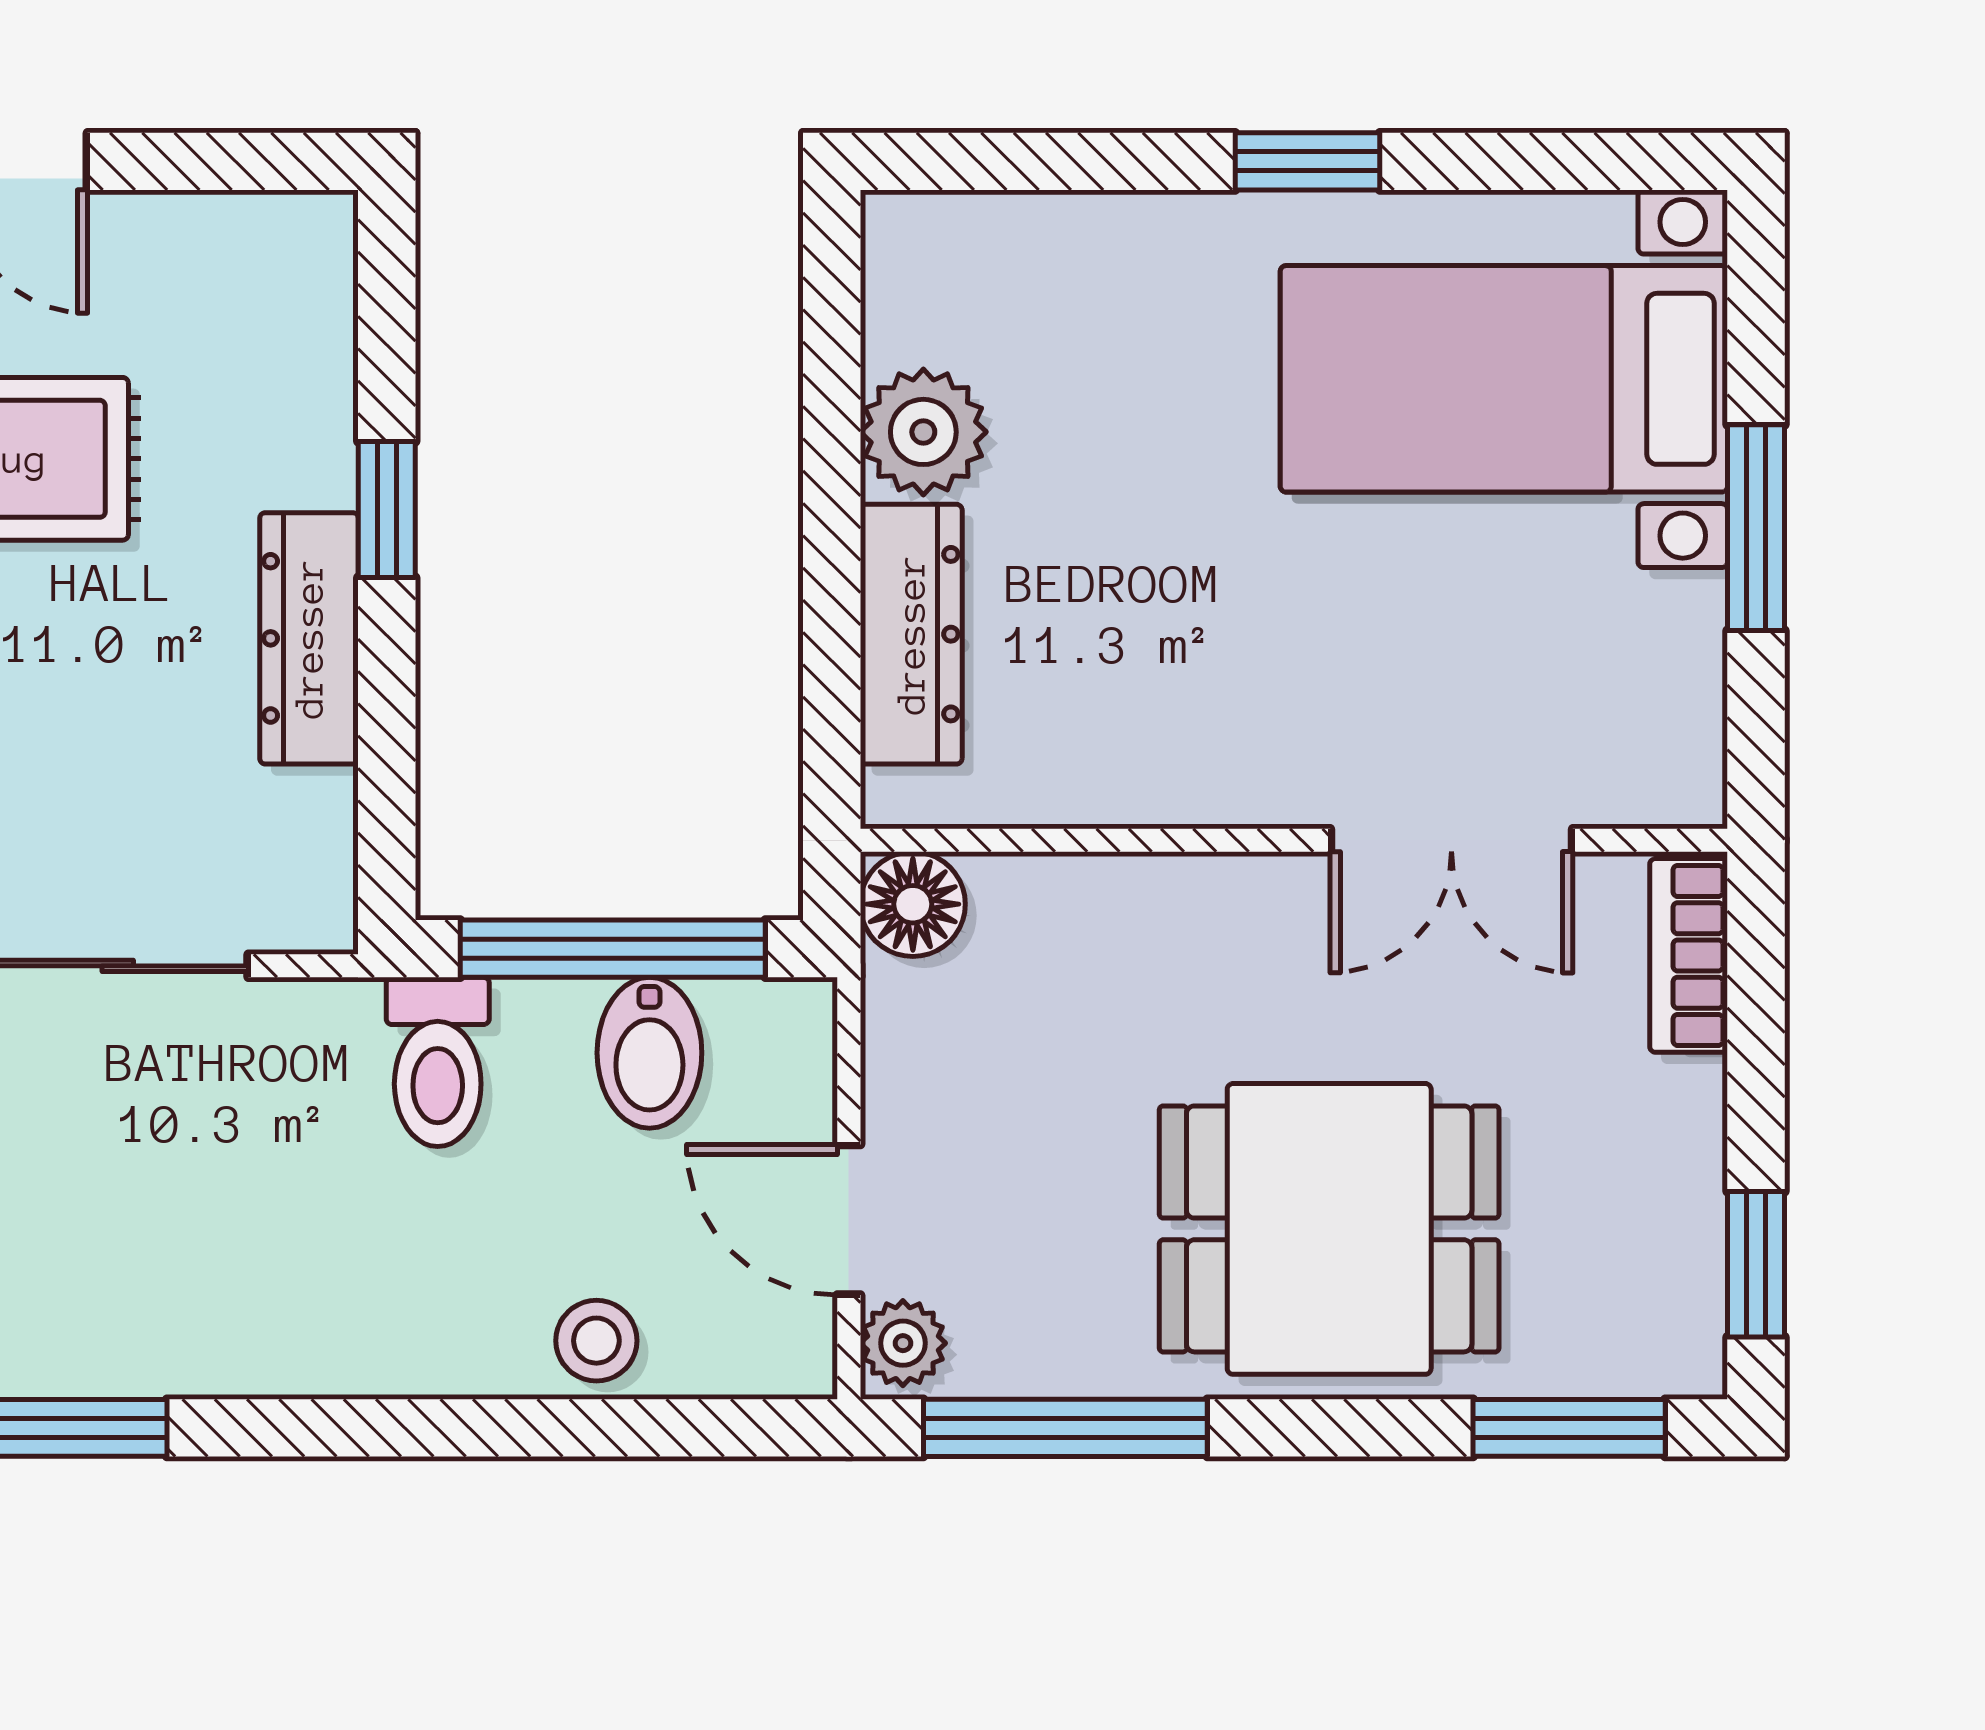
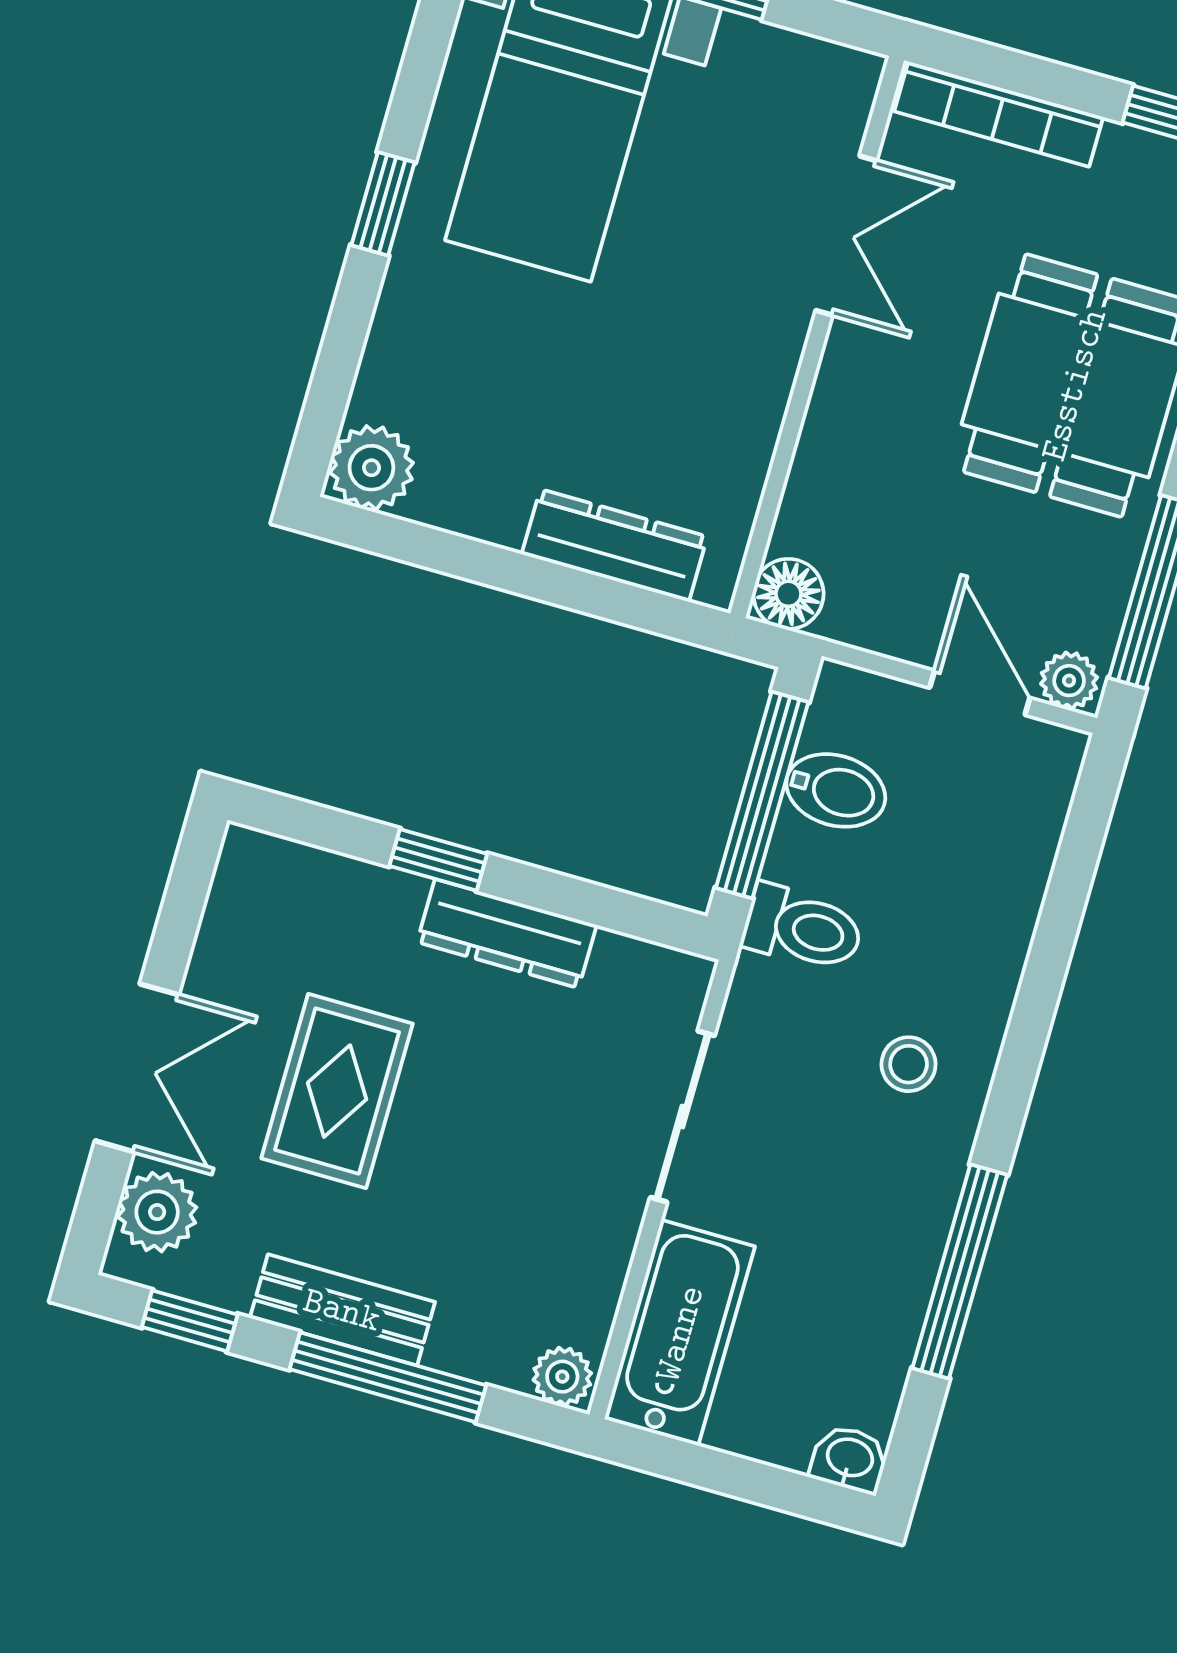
plant: (923, 432) -> (371, 468), moved
bookcase: (1689, 955) -> (999, 114), width x1.56
door: (849, 1220) -> (980, 693), swing flipped
stool: (596, 1341) -> (909, 1064), moved

